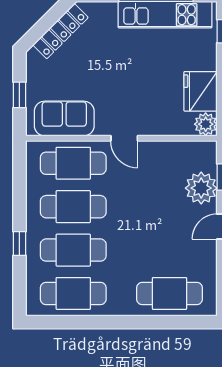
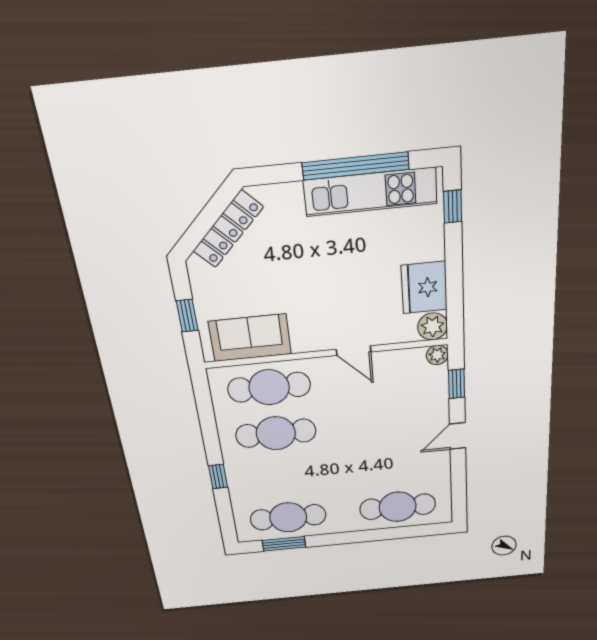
door: (124, 138) -> (354, 351), moved
plant: (201, 188) -> (437, 355), moved, width x0.53, depth x0.53
cafe table: (73, 250) -> (282, 477), removed
window: (66, 322) -> (284, 544), added

